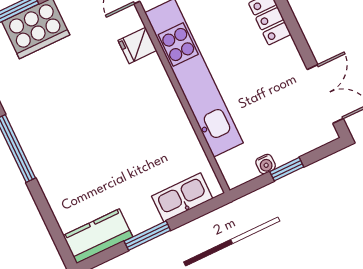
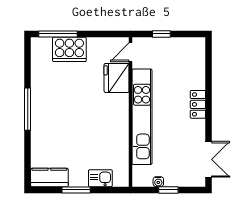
fridge: (137, 45) -> (117, 78), width x1.88, depth x1.34
kitchen sink: (182, 197) -> (100, 178), width x0.73

